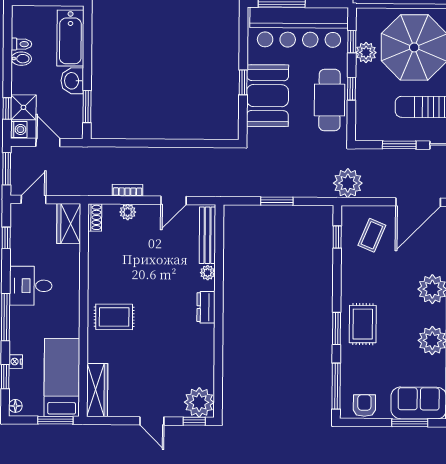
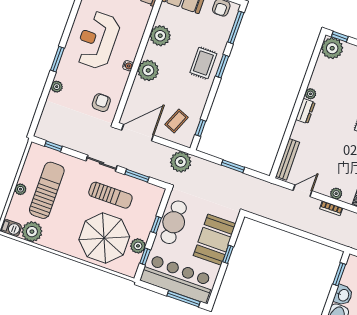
plant: (208, 273) -> (310, 94), moved

